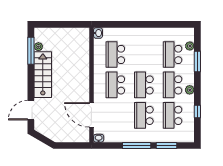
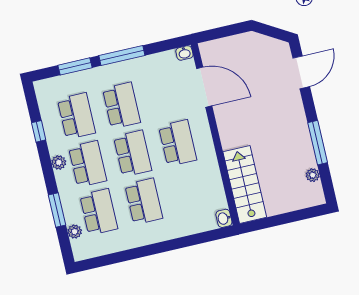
window: (31, 51) -> (318, 143), moved
school desk: (115, 54) -> (144, 201), moved
stairs: (43, 75) -> (245, 184), moved, turned 180

